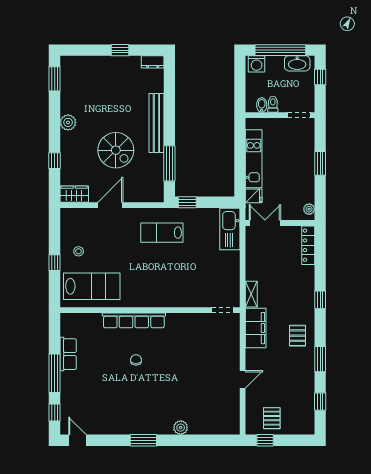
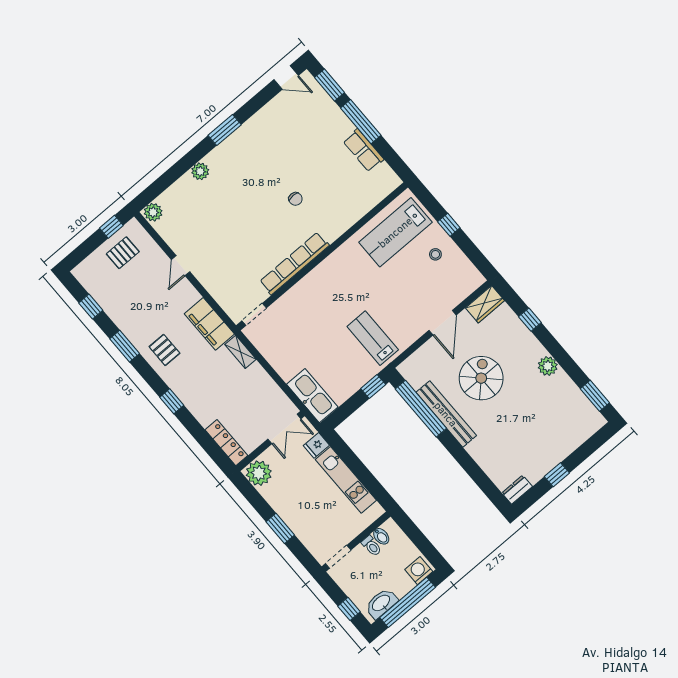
bench: (156, 123) -> (446, 414), moved
spiral stairs: (116, 150) -> (481, 378), turned 90
window: (169, 163) -> (421, 409), width x1.46
plant: (309, 209) -> (259, 473), width x1.88, depth x1.88
lab bench: (162, 233) -> (373, 338), turned -90
row of seats: (134, 320) -> (294, 264), moved
window: (55, 413) -> (329, 85), width x1.50
pallet: (272, 418) -> (123, 253), turned 90
plant: (231, 427) -> (153, 212), added

